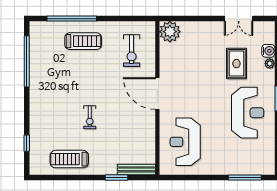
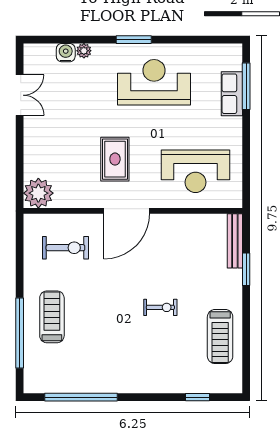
rug: (236, 64) -> (115, 159), moved, turned 90
row of seats: (240, 167) -> (232, 94), added

